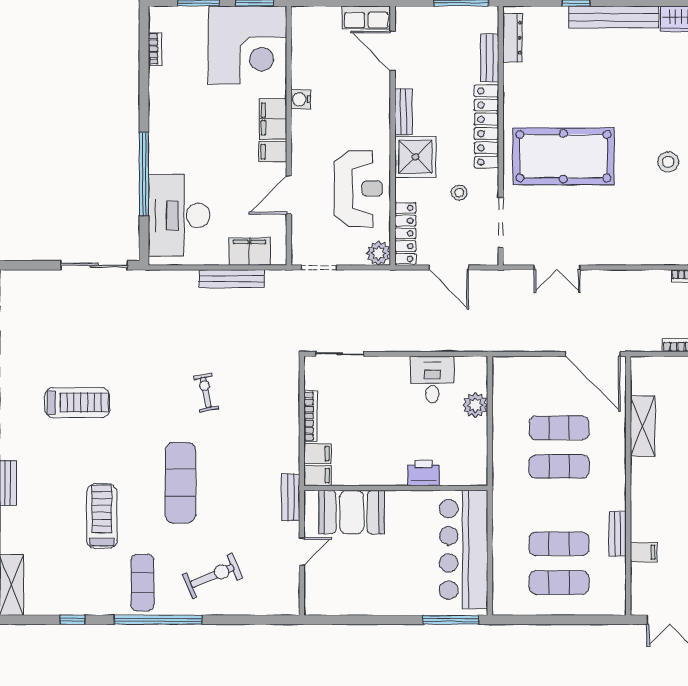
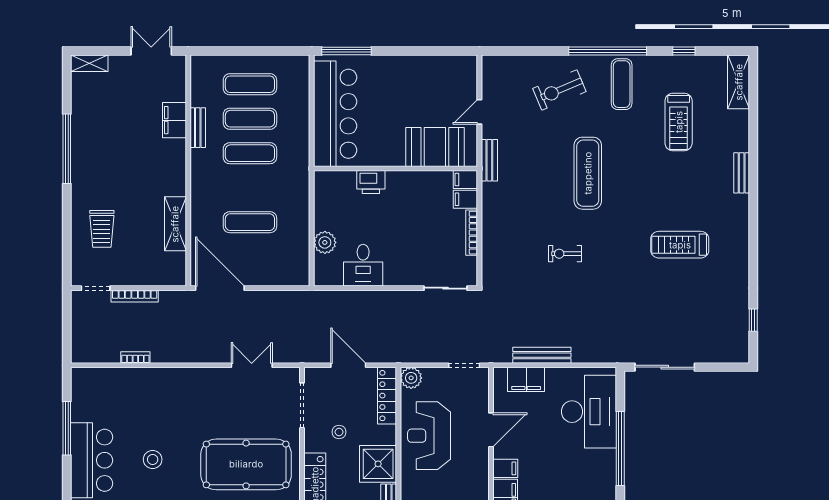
exercise bike: (206, 392) -> (565, 254), turned 101
exercise mat: (559, 466) -> (250, 153), moved
treadmill: (102, 516) -> (679, 122), moved
filing cabinet: (644, 552) -> (174, 120), width x2.00

